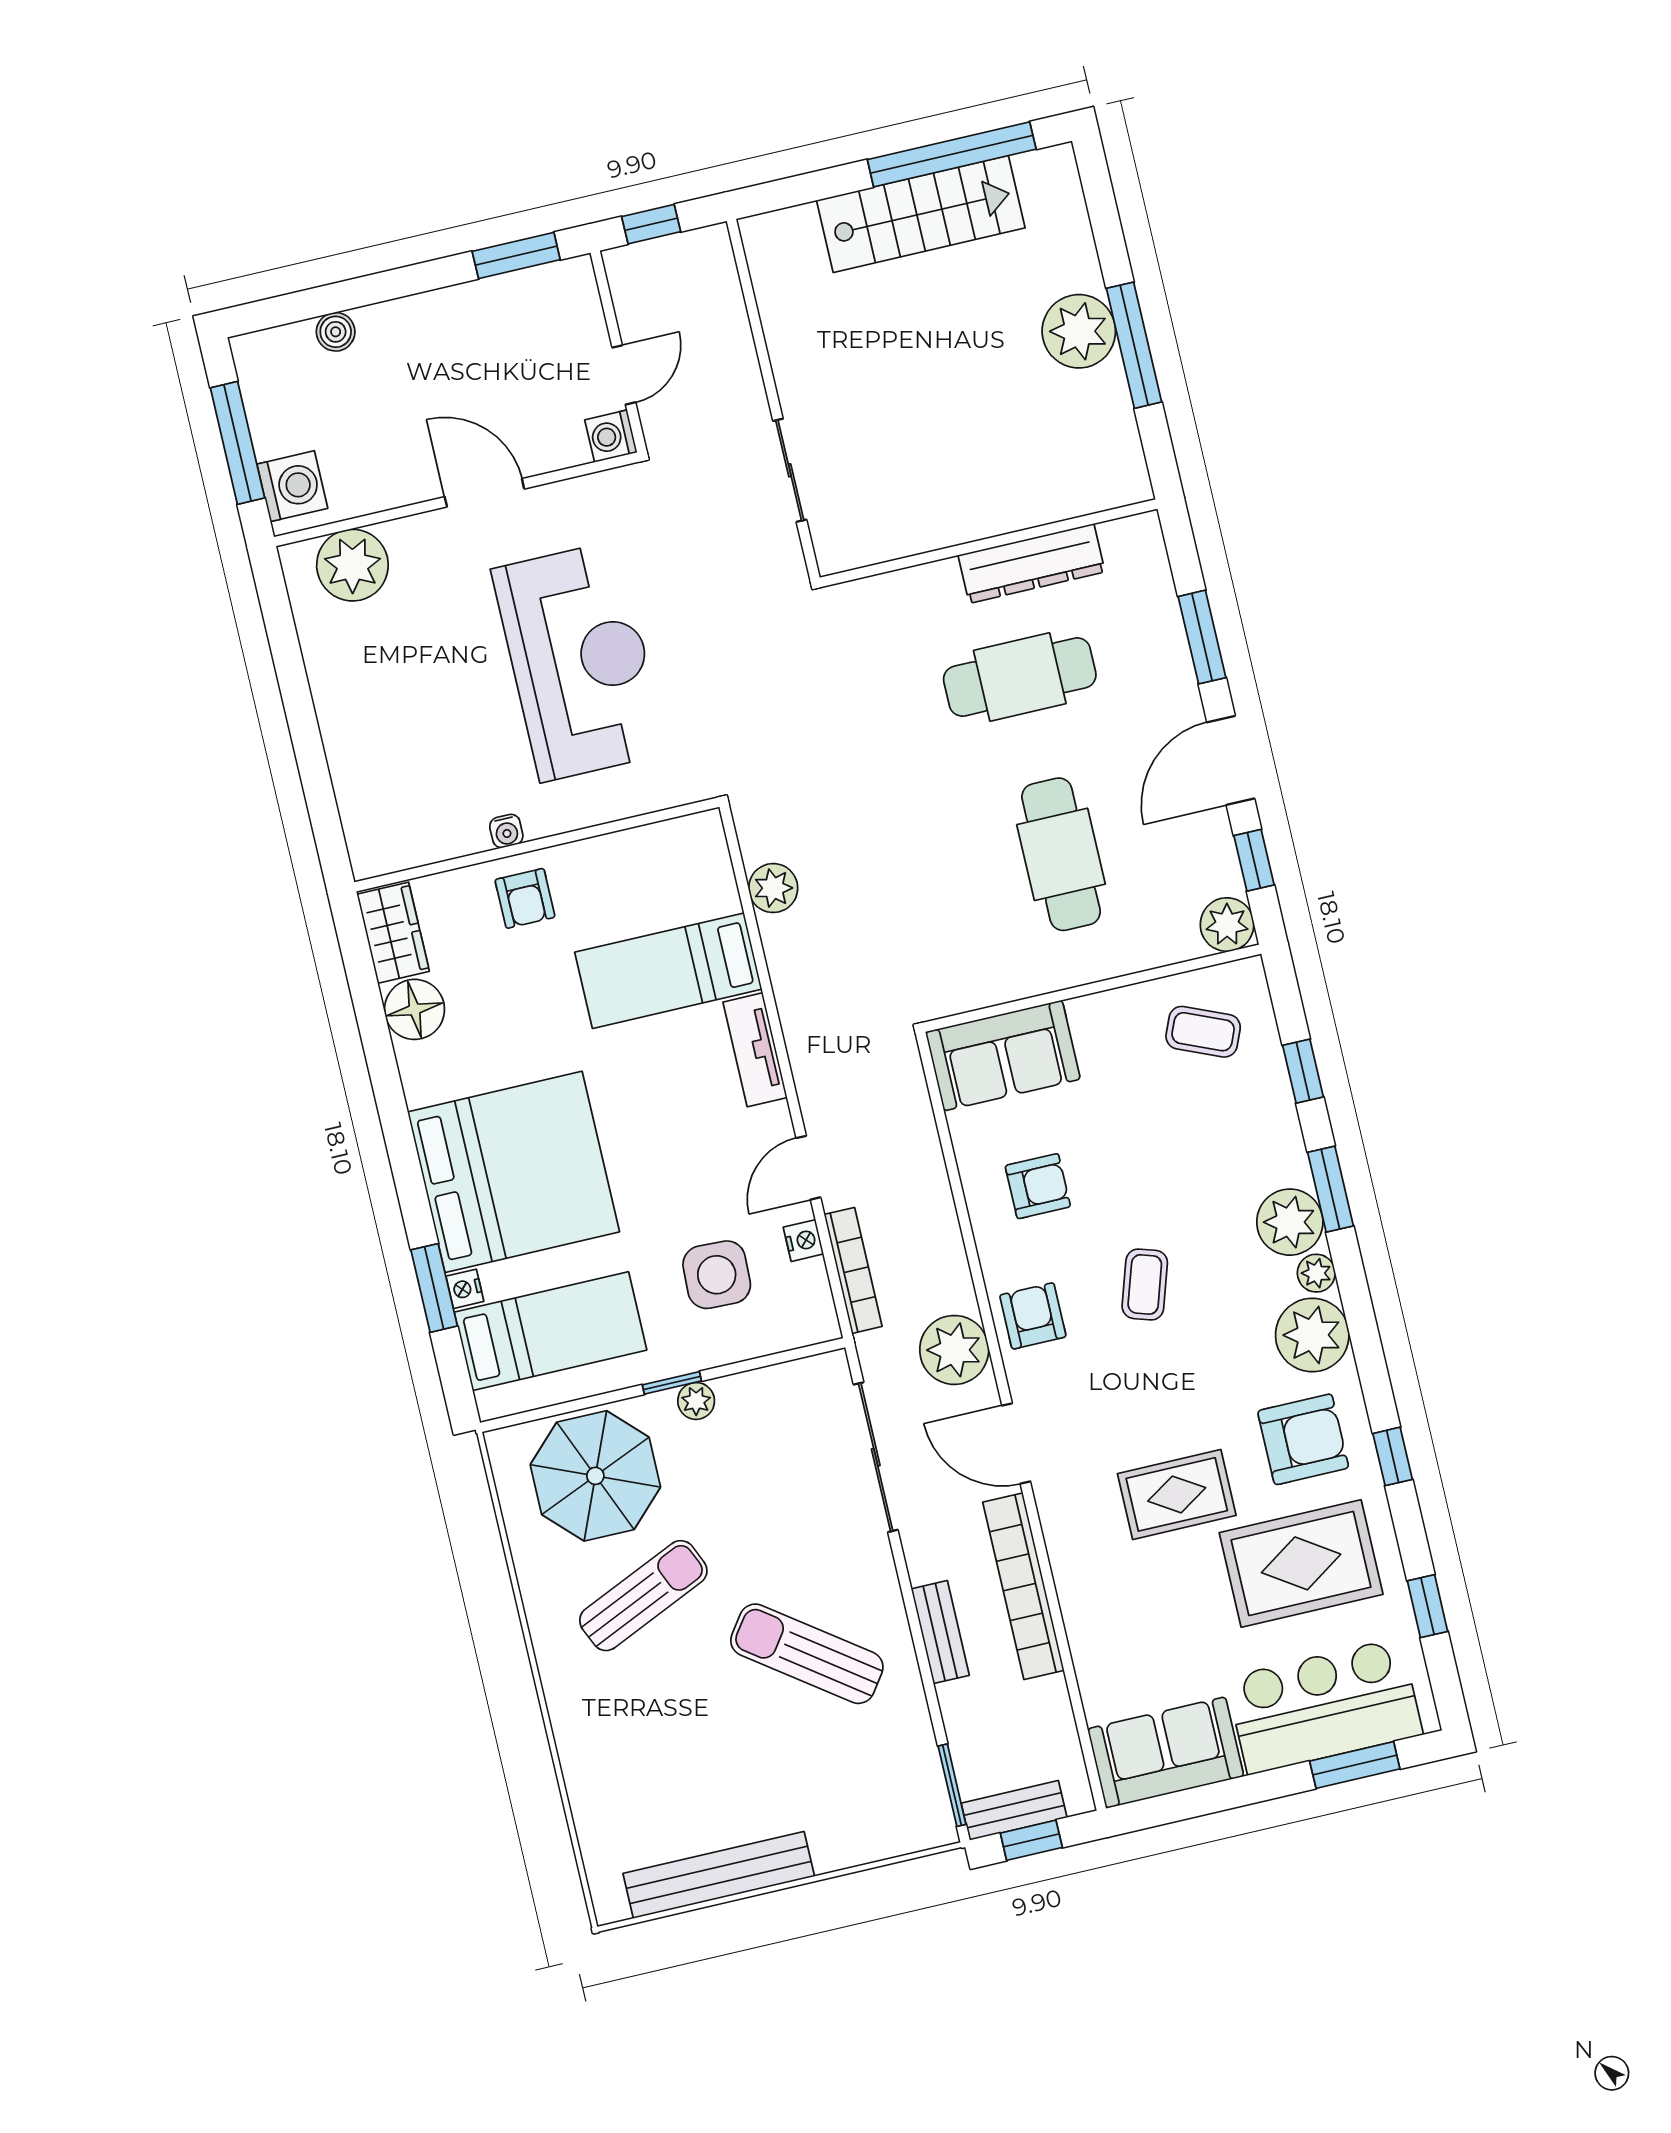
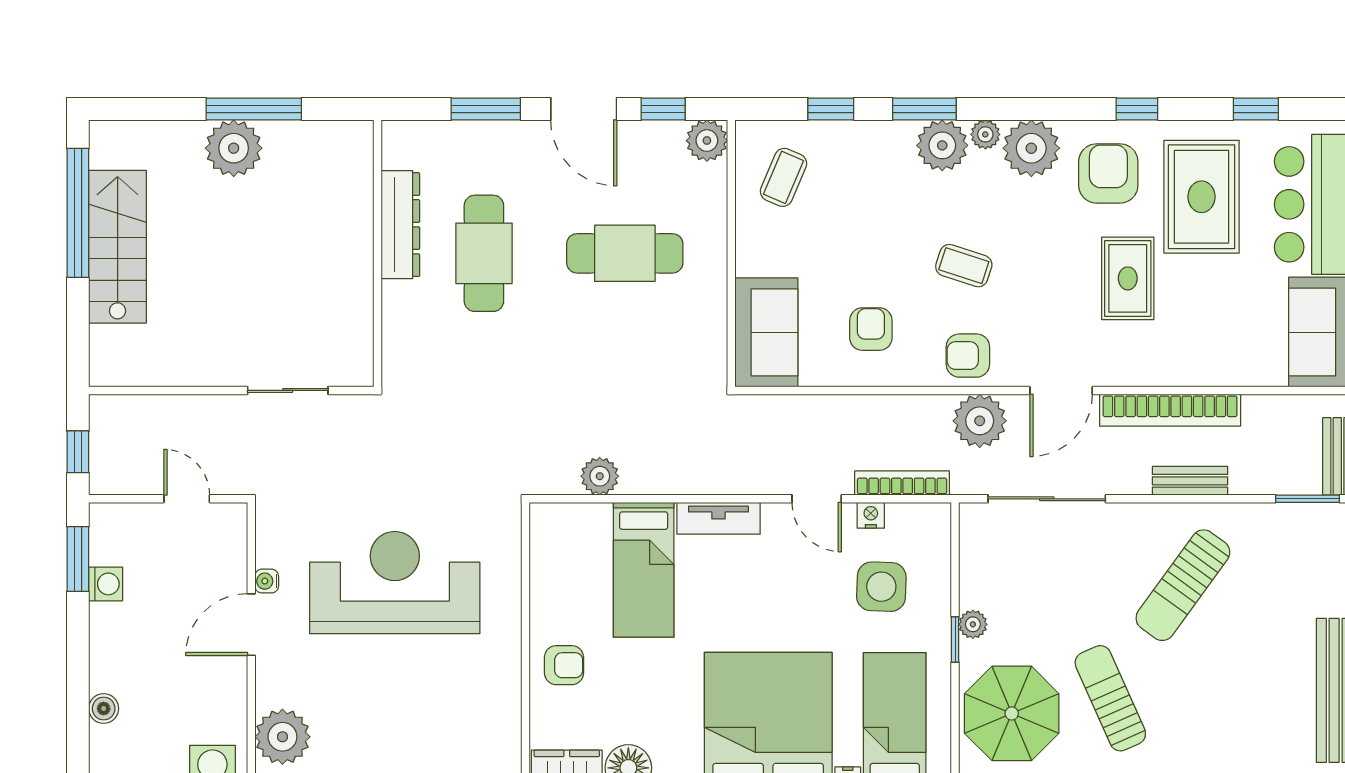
washing machine: (611, 436) -> (106, 584), moved, turned -90
water cooler: (506, 831) -> (267, 581), moved, turned 180

